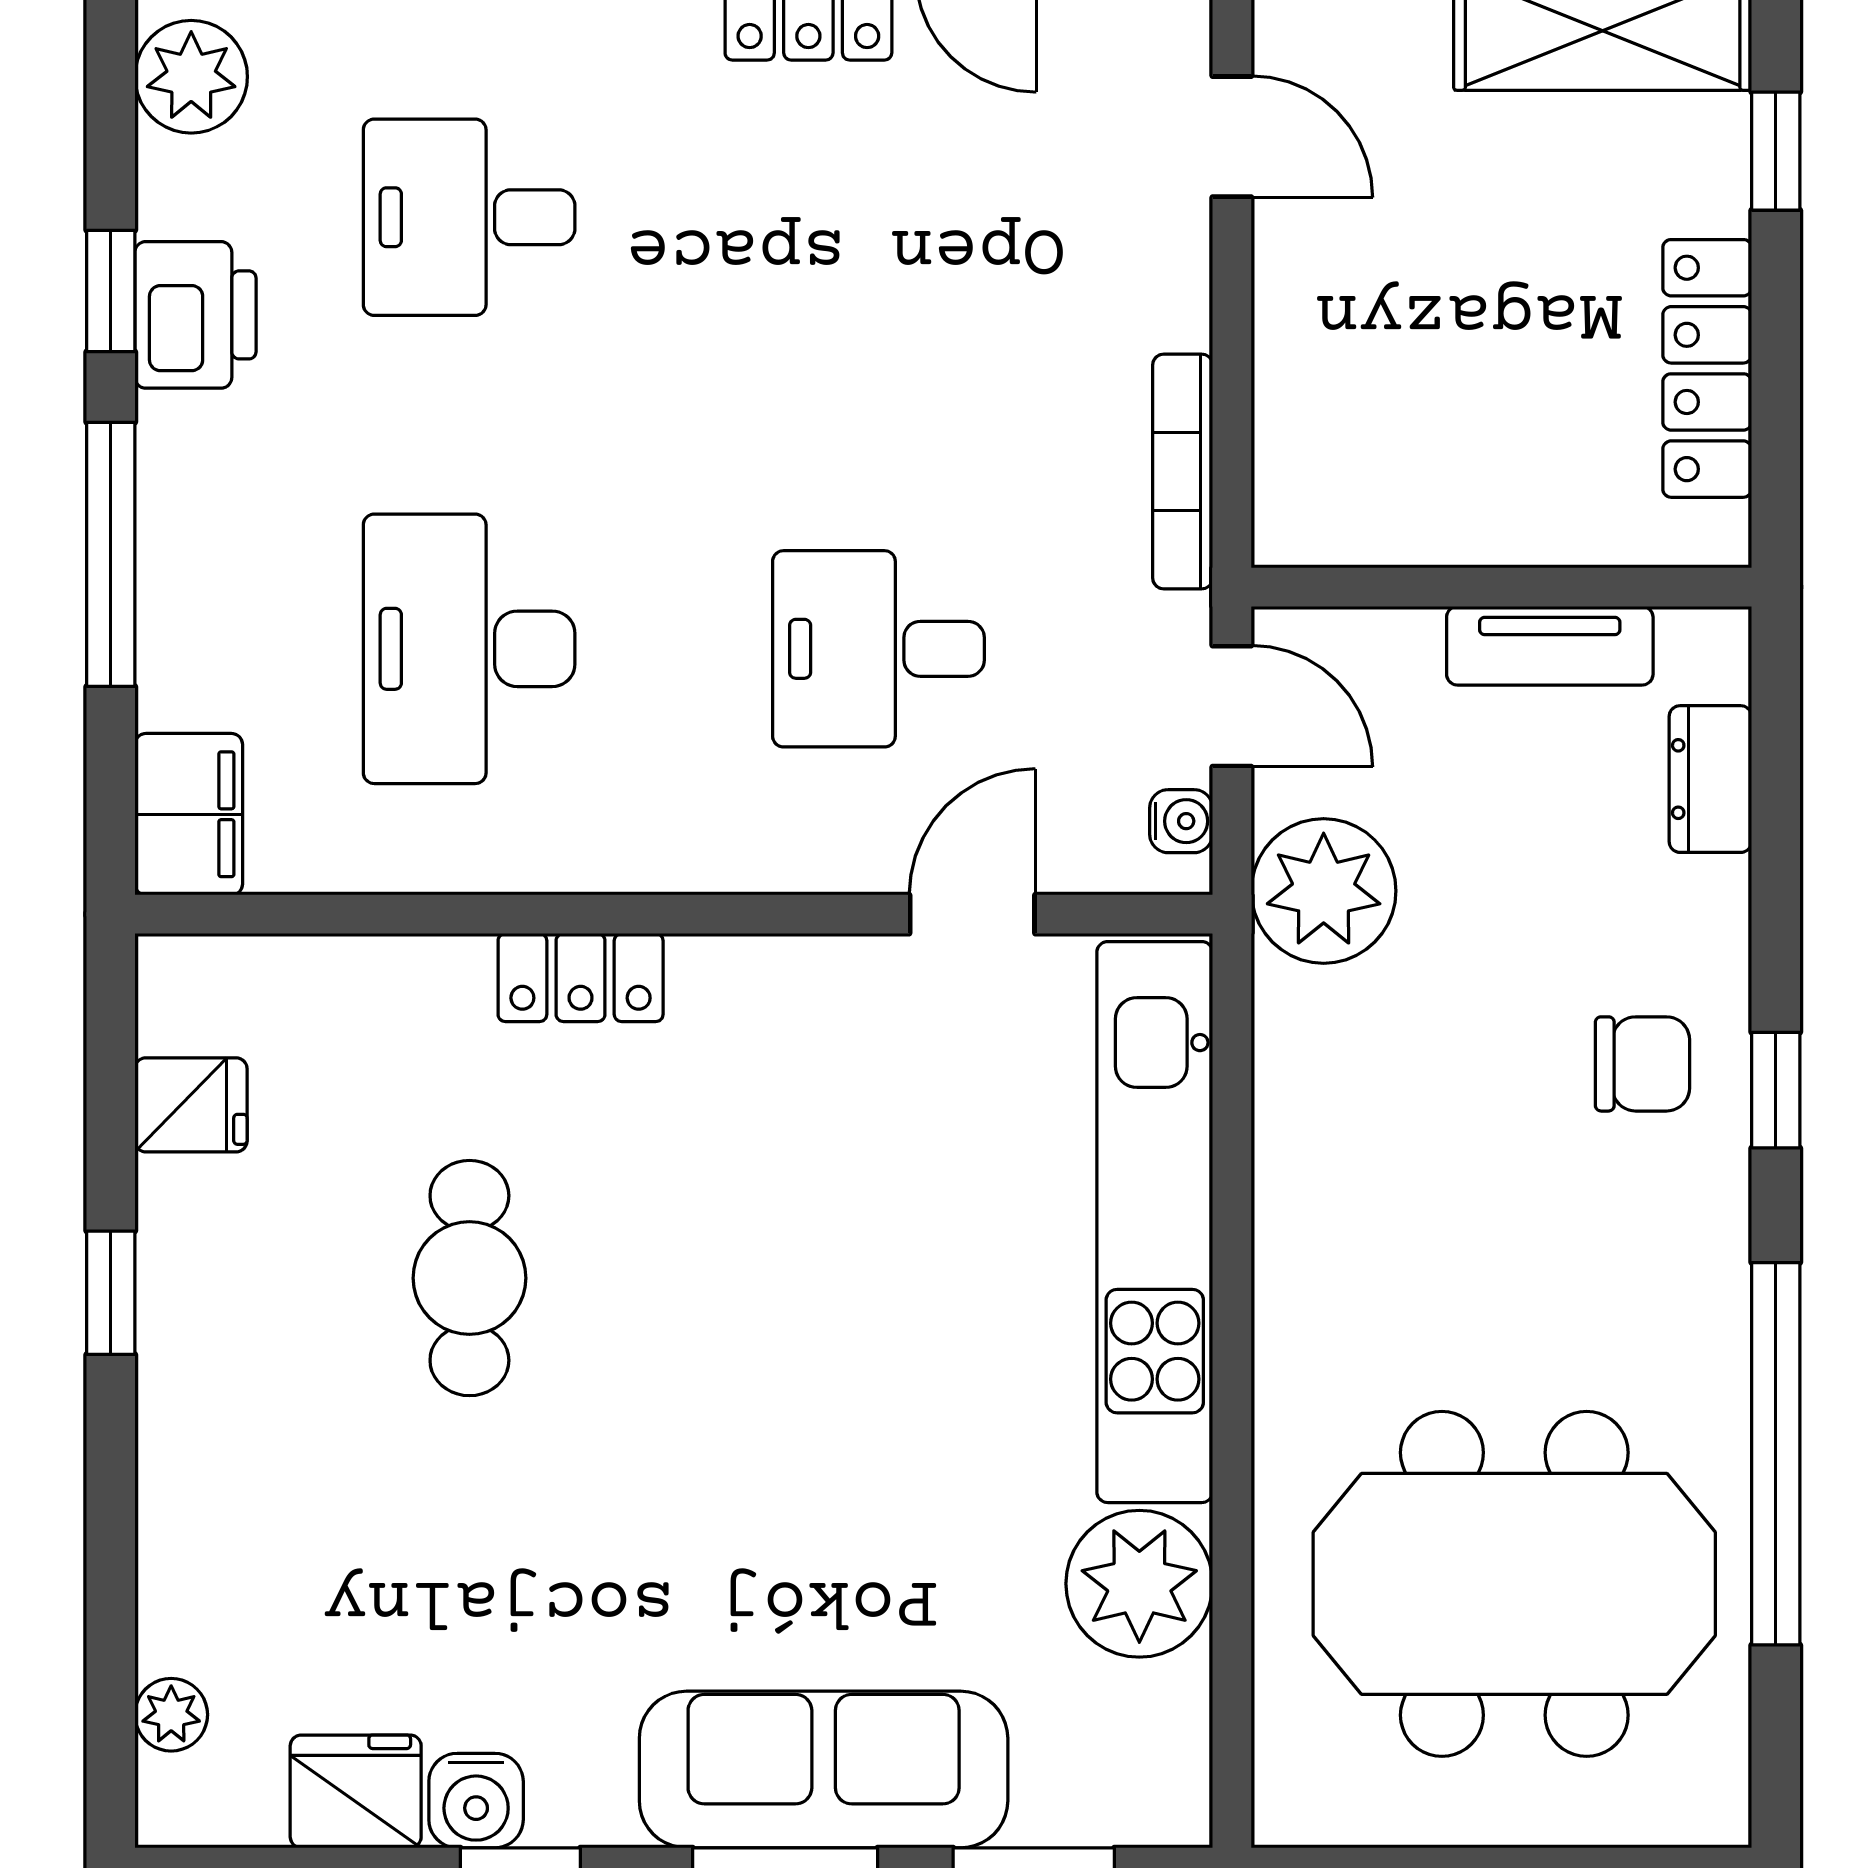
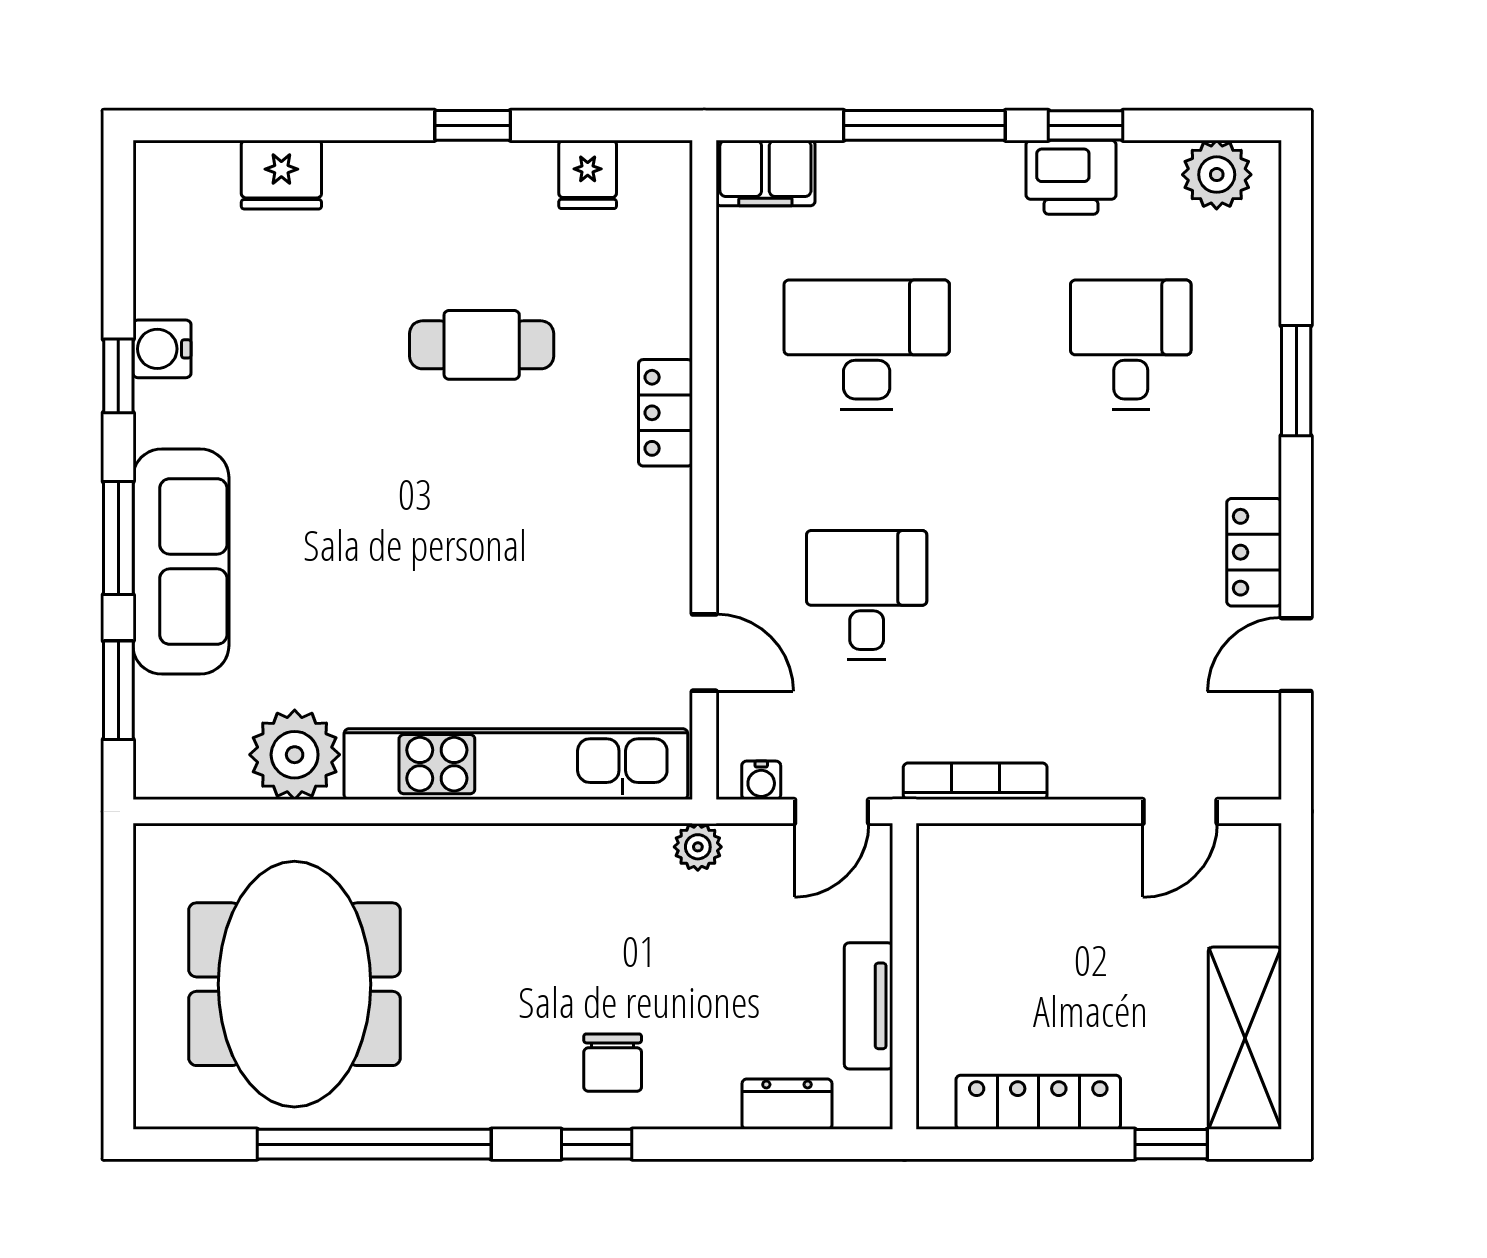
plant: (1324, 891) -> (698, 847), width x0.53, depth x0.53
plant: (171, 1715) -> (214, 162), removed
fridge: (356, 1791) -> (281, 175), moved, turned 90

